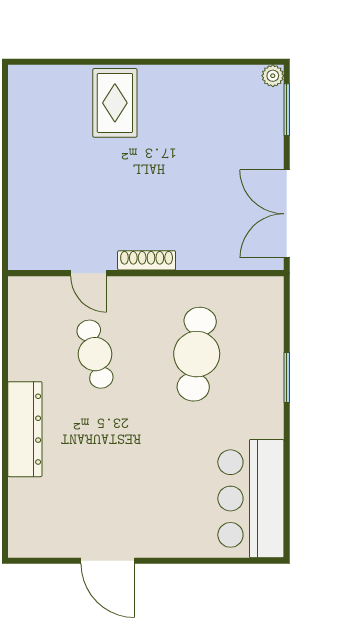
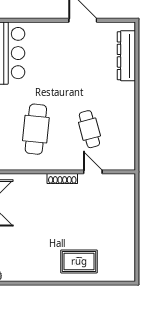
rug: (115, 103) -> (79, 261), turned 90
dresser: (25, 429) -> (126, 56), moved

